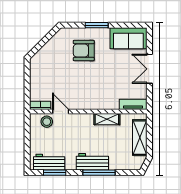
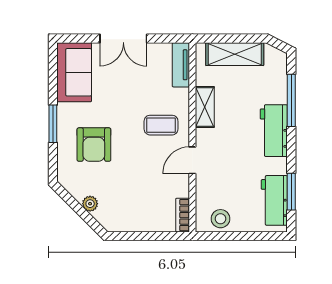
plant: (47, 48) -> (90, 204), added
coffee table: (96, 92) -> (161, 125), added
door: (61, 111) -> (192, 160), moved
stool: (47, 122) -> (220, 219), moved
window: (99, 173) -> (291, 100), moved

